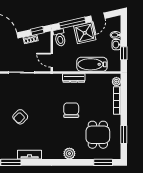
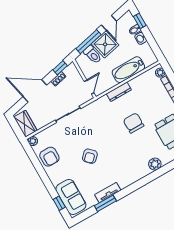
toilet: (60, 38) -> (93, 55), moved
window: (124, 53) -> (140, 21), moved
door: (52, 60) -> (89, 87), swing flipped
tv unit: (30, 155) -> (108, 192), moved

